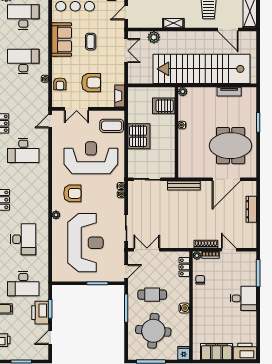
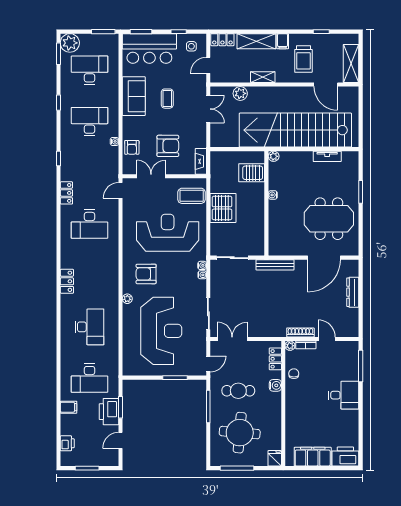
double door: (77, 109) -> (151, 176), swing flipped
armchair: (72, 193) -> (146, 274), turned 180
water cooler: (184, 308) -> (275, 385), moved

